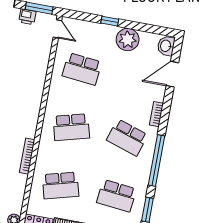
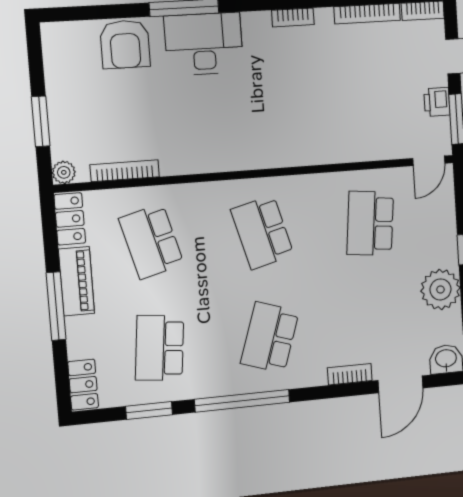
door: (172, 74) -> (400, 384), swing flipped
bookcase: (156, 114) -> (350, 374), moved
bookcase: (27, 156) -> (125, 171), moved

